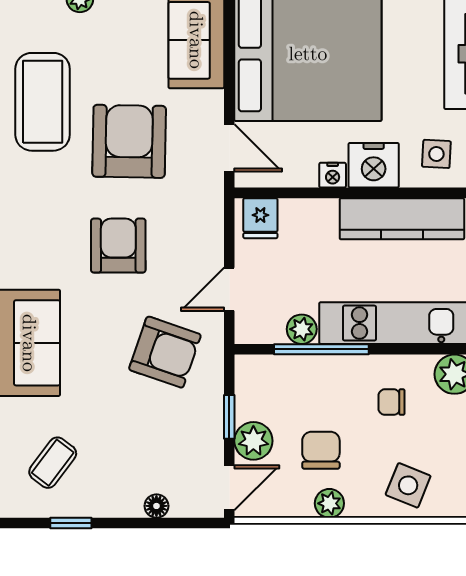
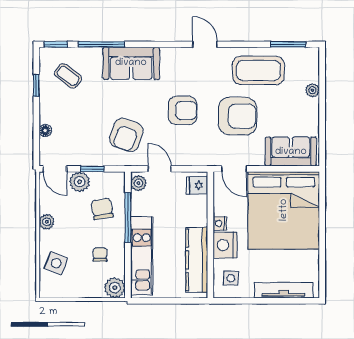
door: (229, 148) -> (234, 169), hinge flipped
plant: (302, 329) -> (138, 183), moved
chair: (321, 450) -> (102, 209), moved, turned -100

